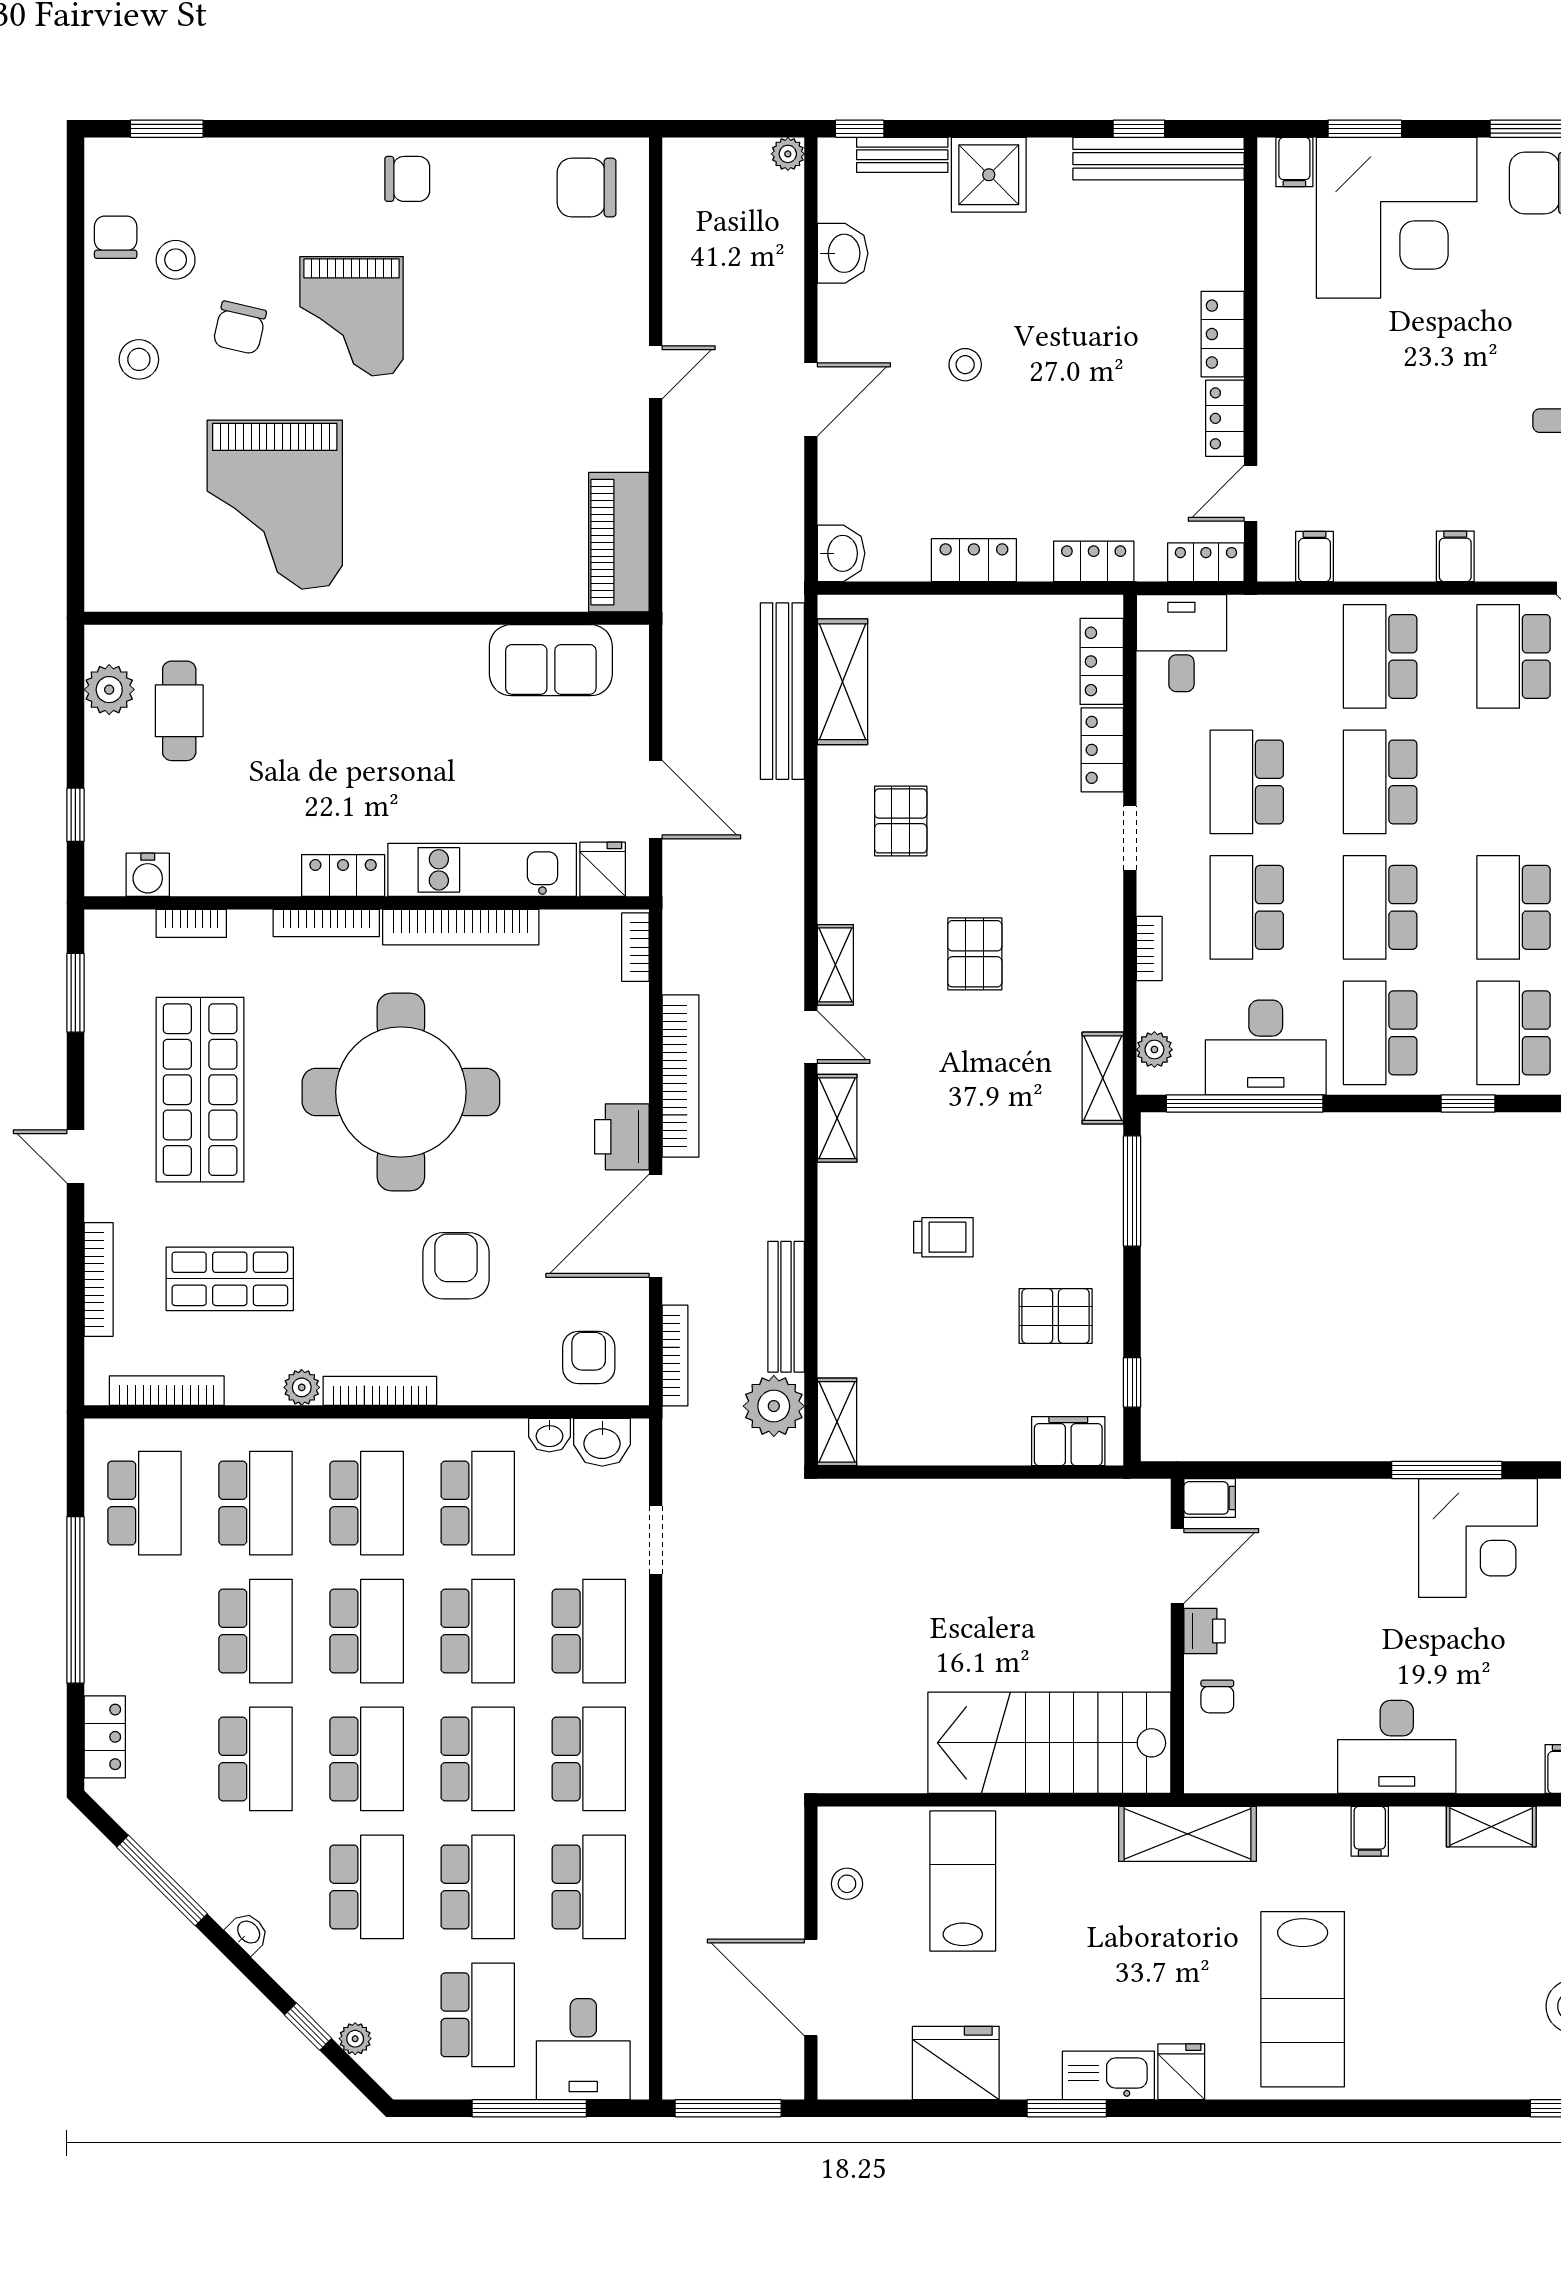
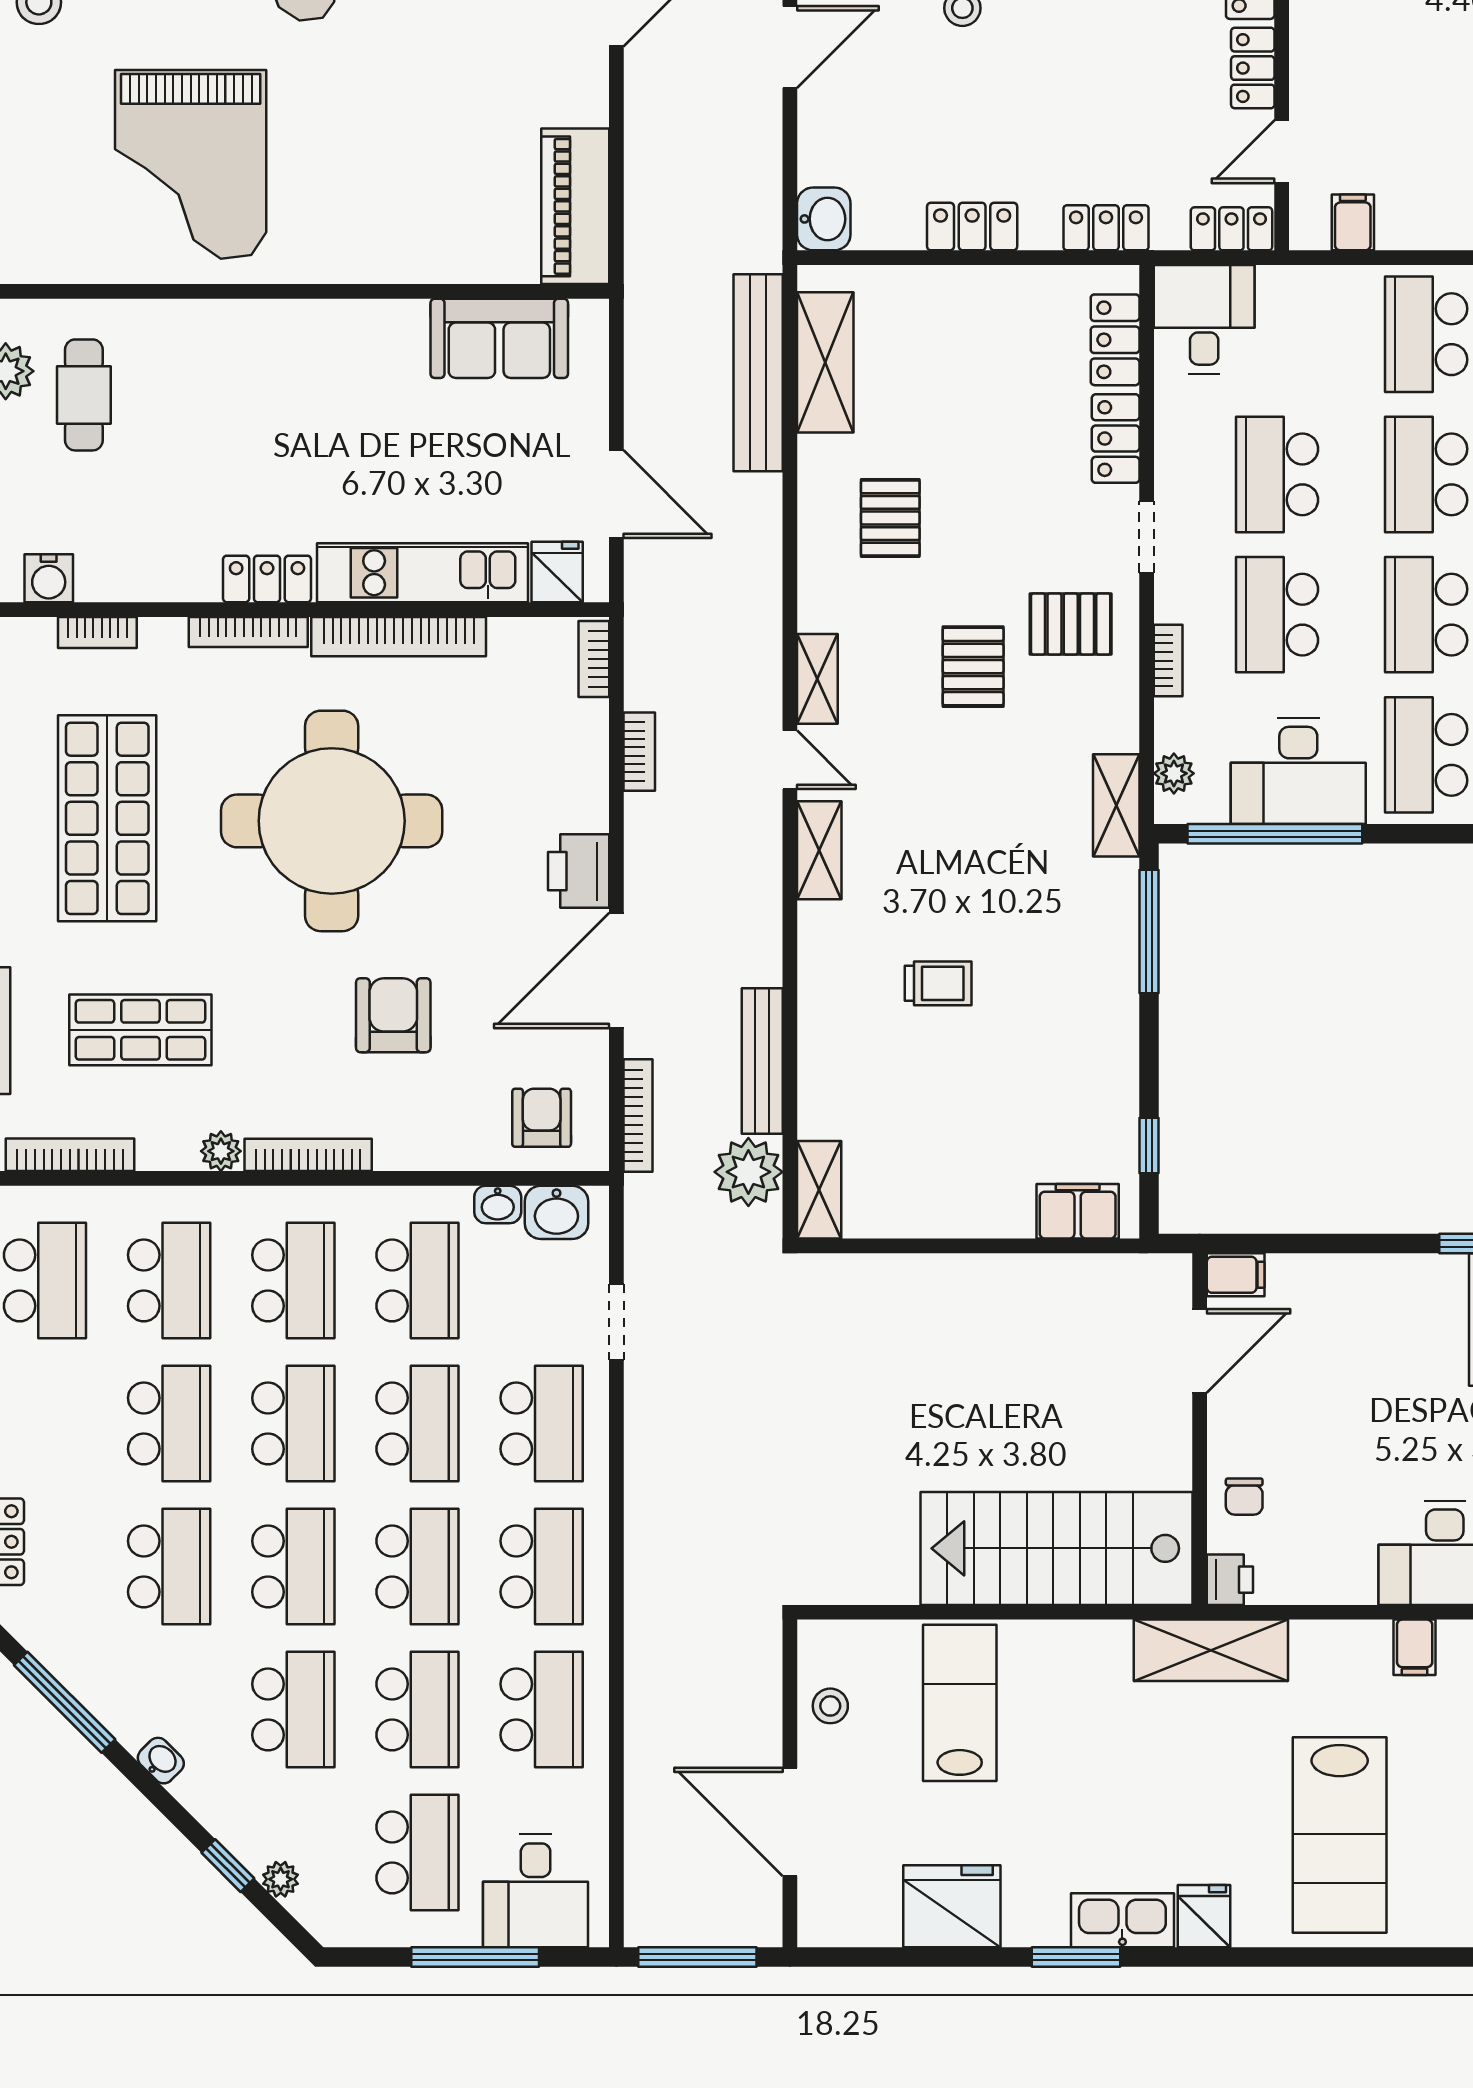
bookcase: (680, 1076) -> (639, 752), width x0.43, depth x0.76
pallet: (1056, 1316) -> (1071, 624), moved
printer: (1204, 1631) -> (1230, 1580), moved

